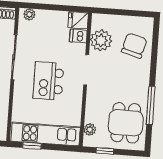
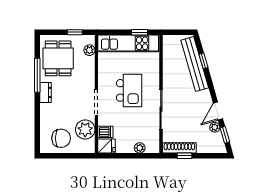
plant: (29, 14) -> (140, 148), moved
chair: (134, 46) -> (61, 138), moved, turned -105
dresser: (143, 85) -> (45, 92), added

